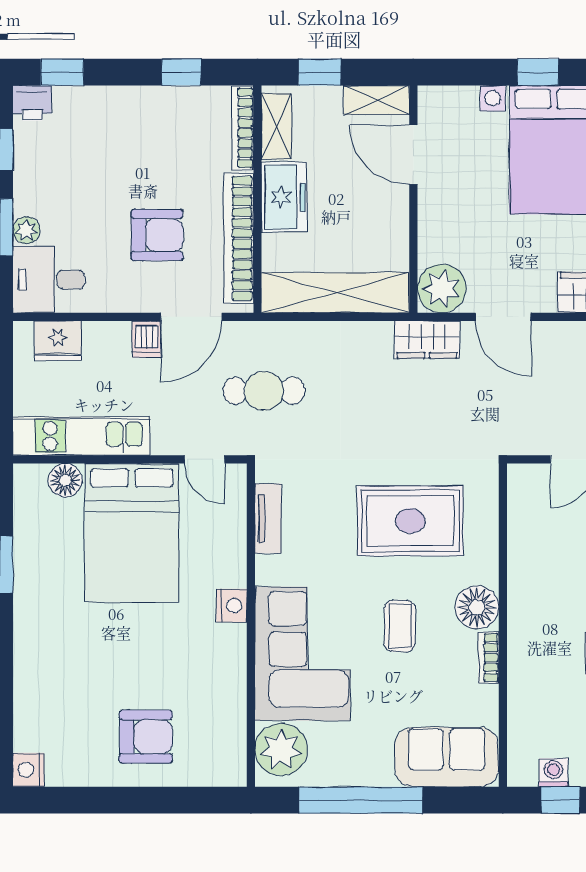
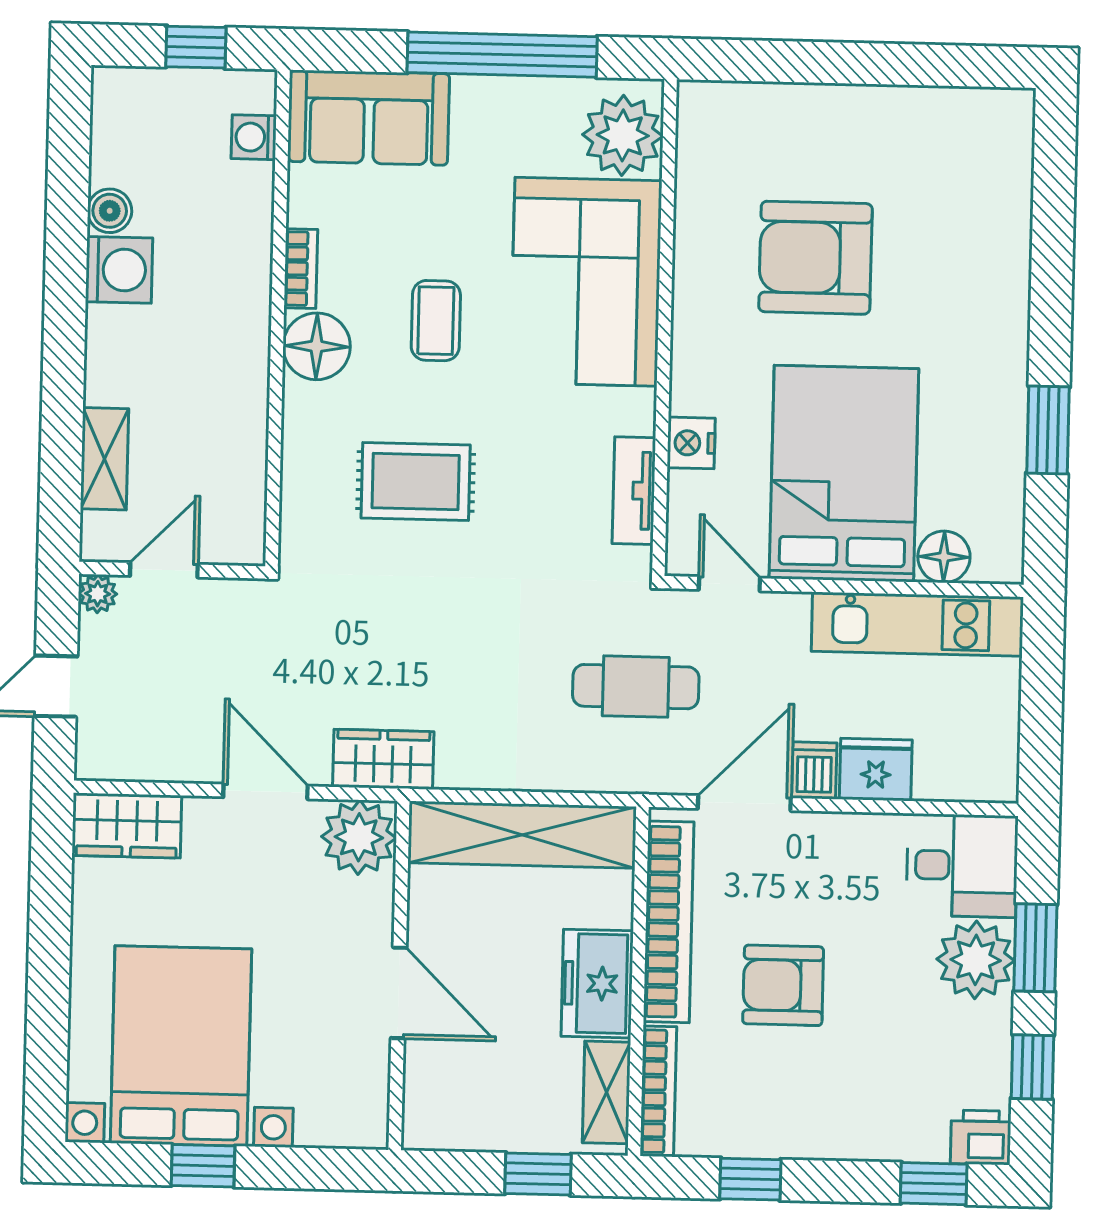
shelving: (376, 100) -> (452, 1129), removed
door: (413, 155) -> (399, 993), moved
plant: (26, 230) -> (976, 960), width x1.87, depth x1.87
armchair: (157, 235) -> (783, 985), moved
fridge: (58, 341) -> (876, 770), moved
rug: (410, 521) -> (416, 482), width x0.73, depth x0.70
nightstand: (232, 606) -> (691, 443), moved
armchair: (146, 737) -> (815, 258), moved, width x1.36, depth x1.36
nightstand: (28, 770) -> (1011, 114), removed
washing machine: (553, 773) -> (254, 137), moved, turned 90

